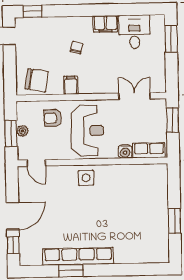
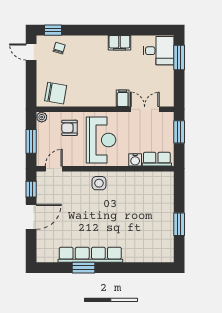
desk: (134, 32) -> (159, 51), moved, turned 90
chair: (76, 48) -> (59, 48), moved
filing cabinet: (71, 85) -> (123, 98), moved
plant: (22, 131) -> (42, 117), moved
door: (36, 163) -> (54, 169), swing flipped
window: (13, 245) -> (31, 189), moved

